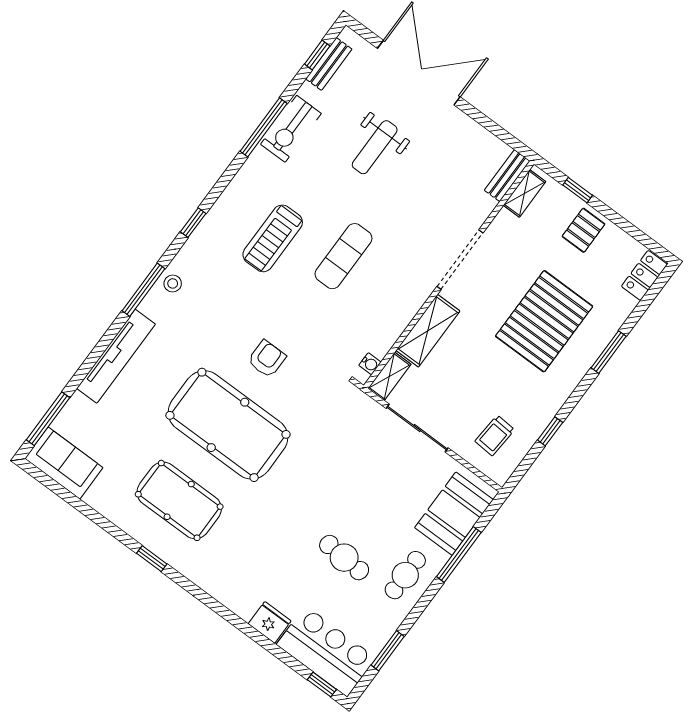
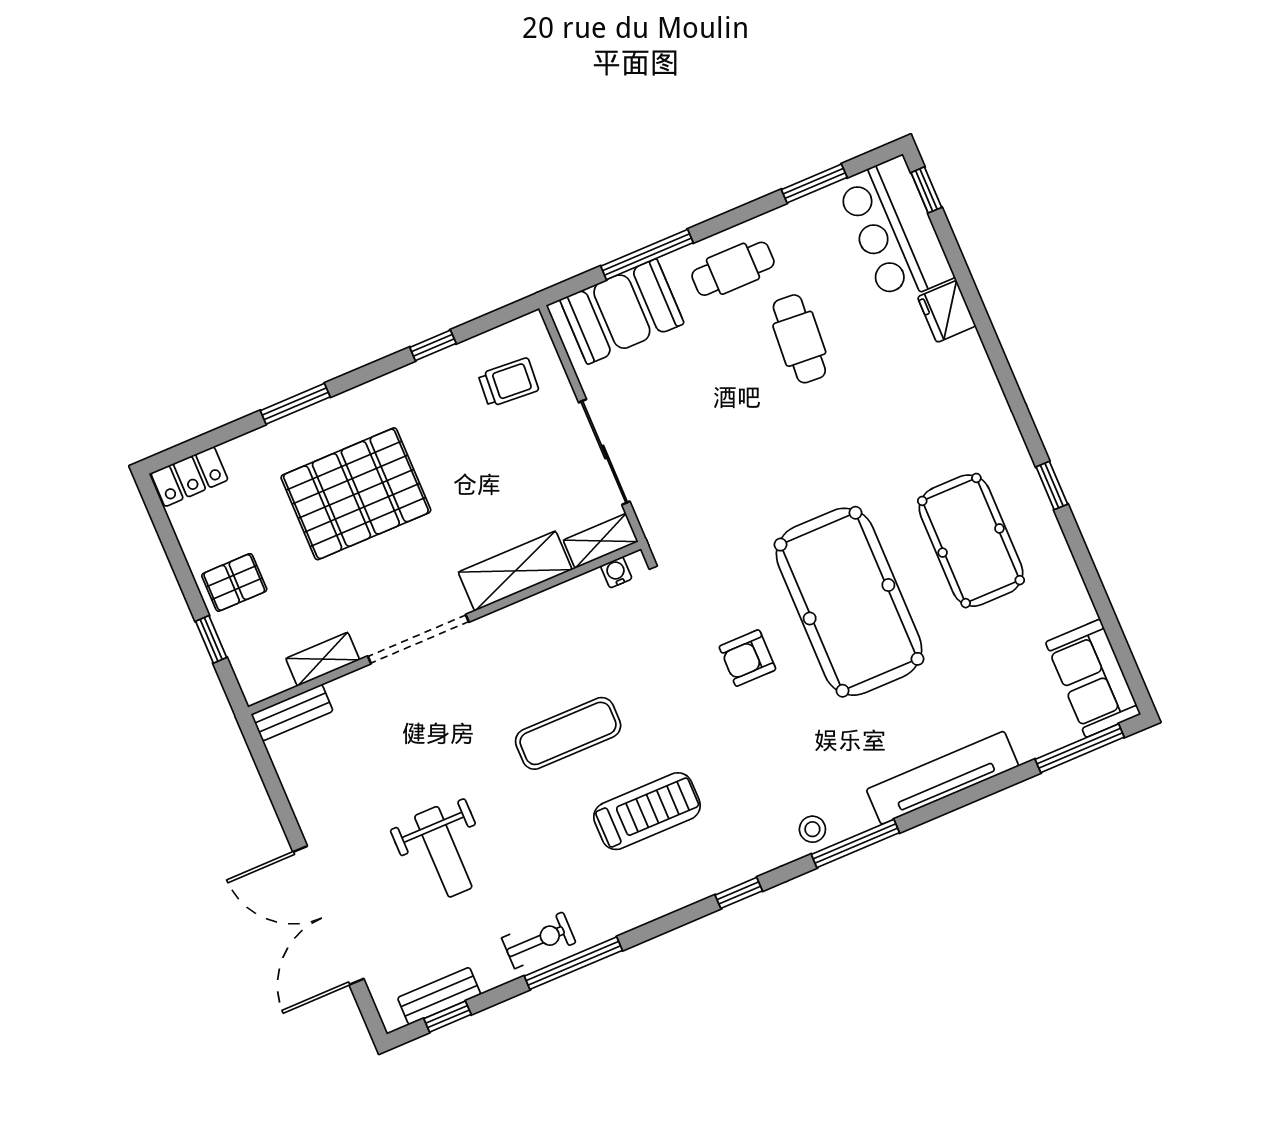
exercise bike: (291, 129) -> (539, 940), width x0.73, depth x0.72
weight bench: (375, 147) -> (443, 852), turned 90
shelving: (525, 193) -> (323, 659), moved

